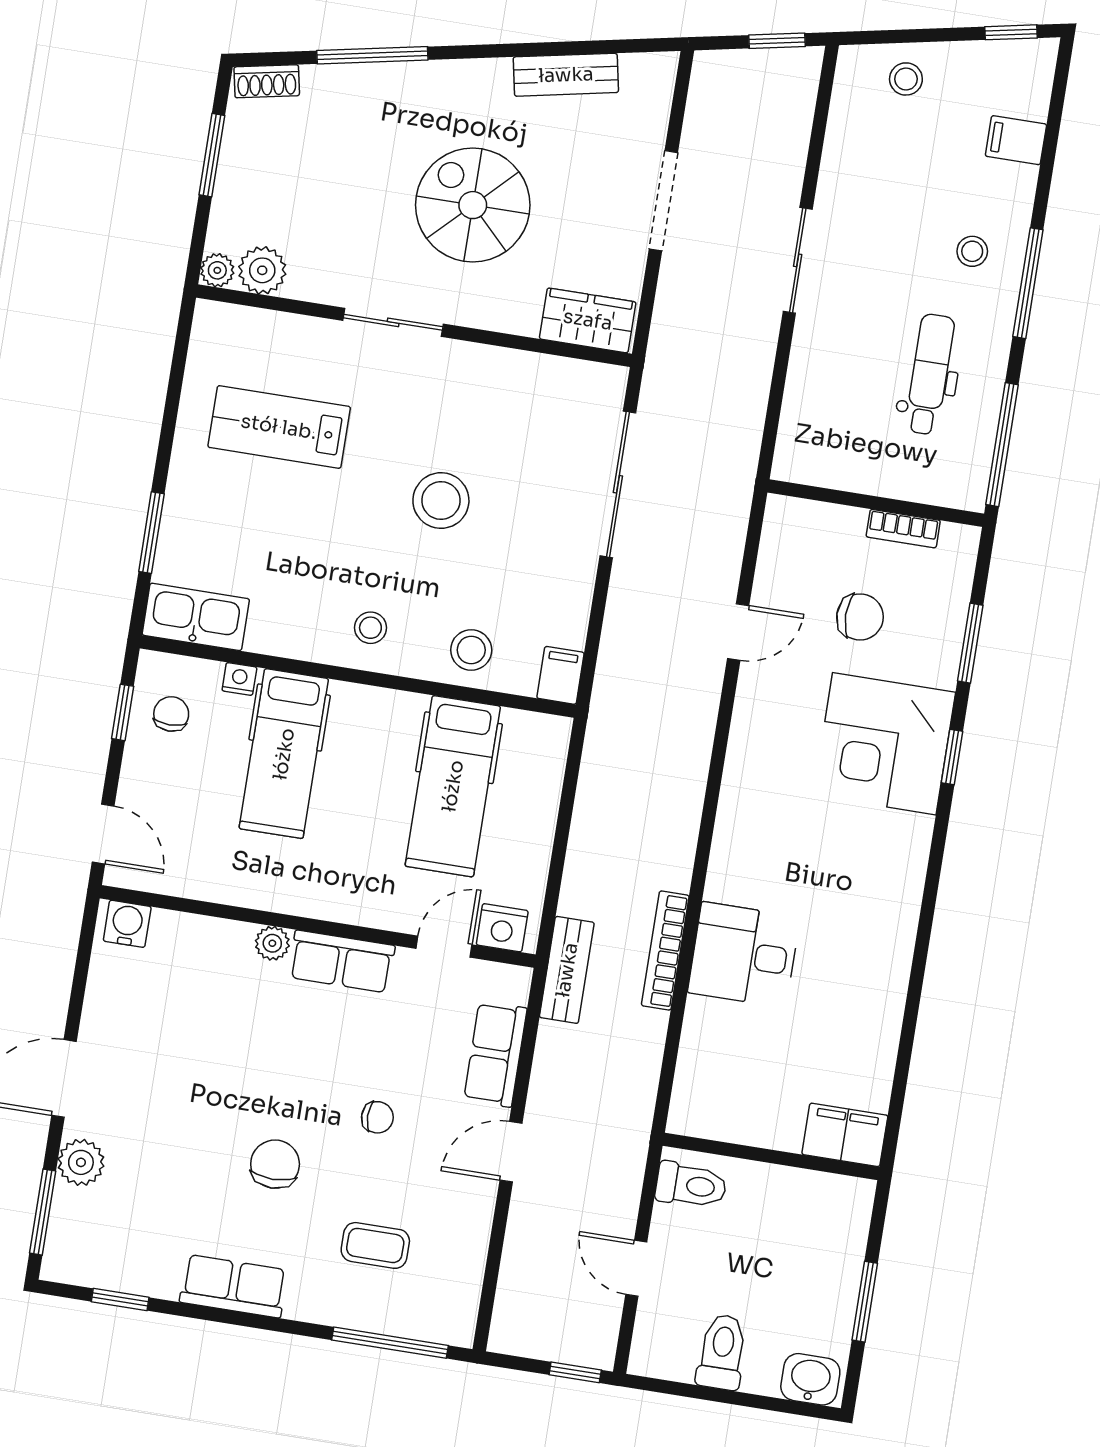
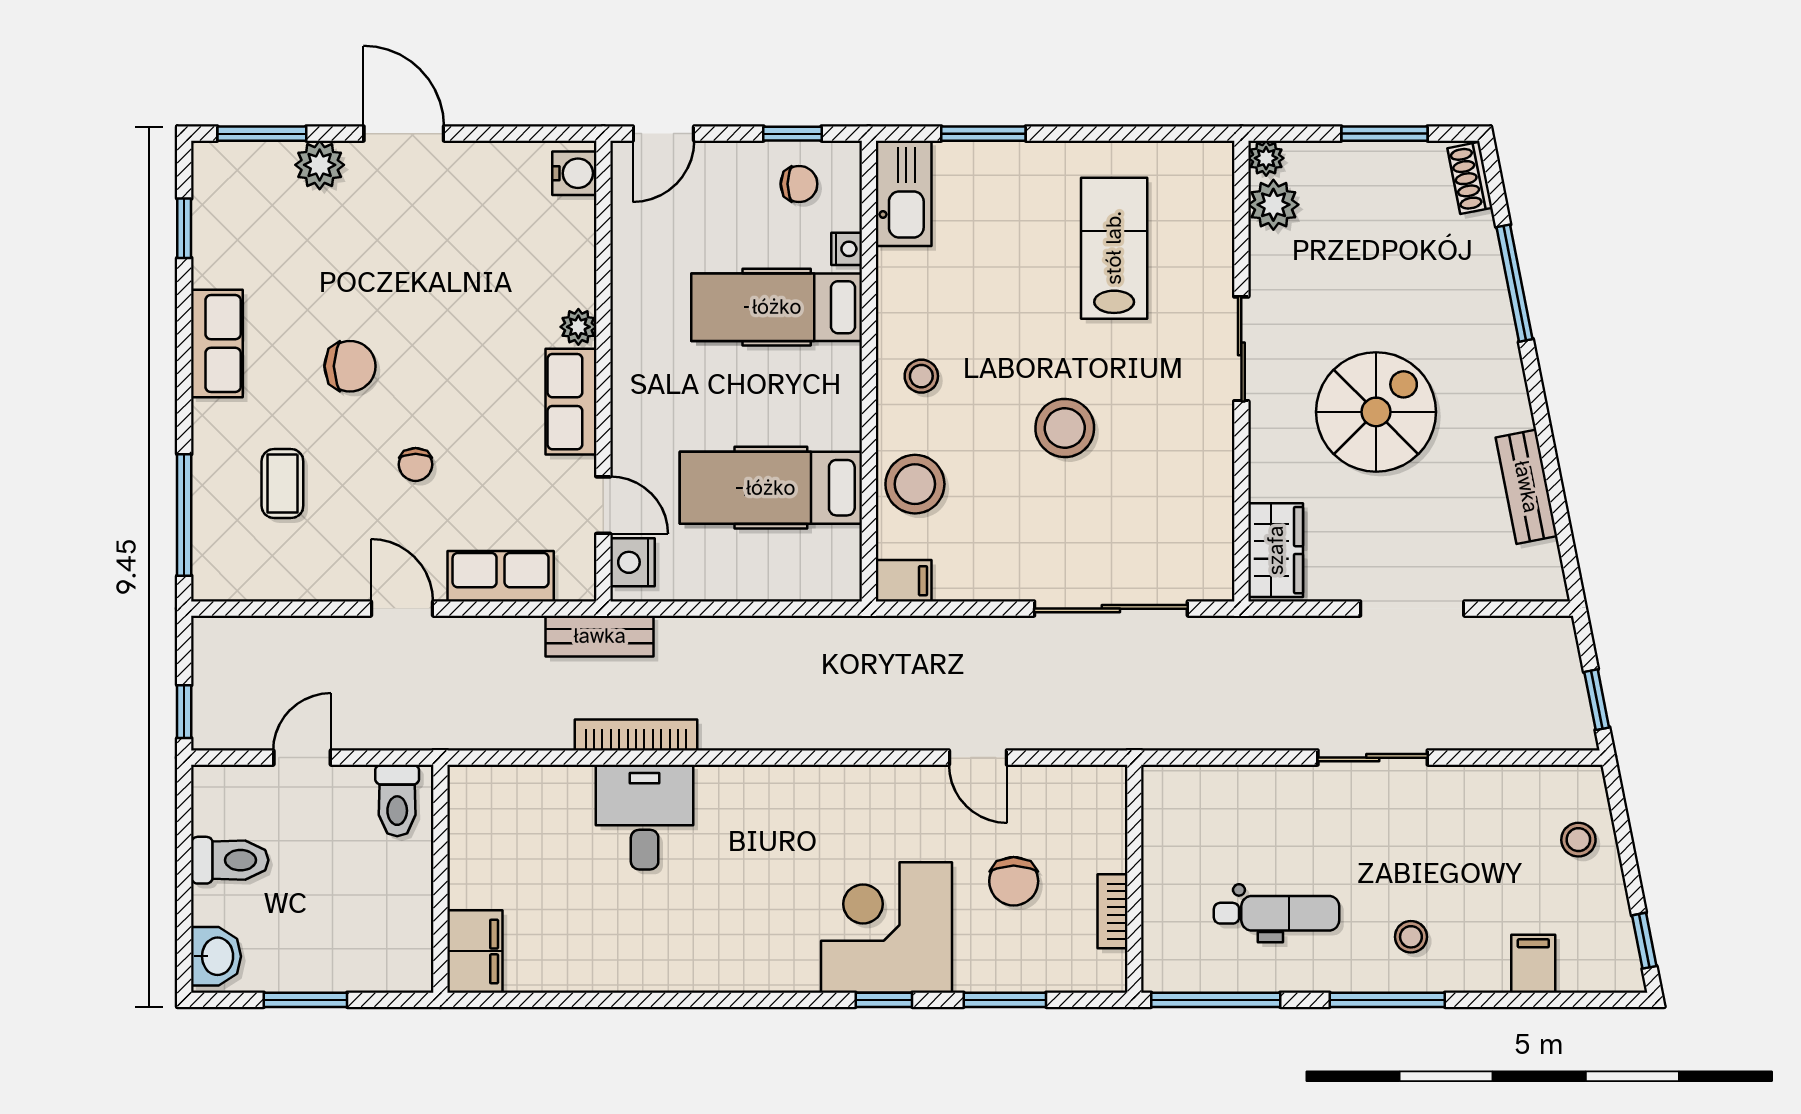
stool: (471, 650) -> (915, 484), width x1.38, depth x1.38

